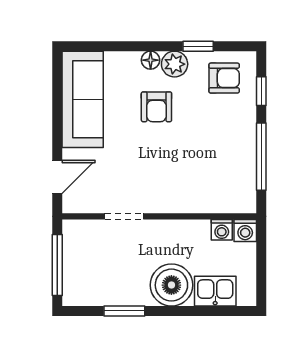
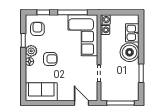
sofa: (83, 99) -> (41, 92), width x0.73
corner sofa: (210, 180) -> (83, 35), added

